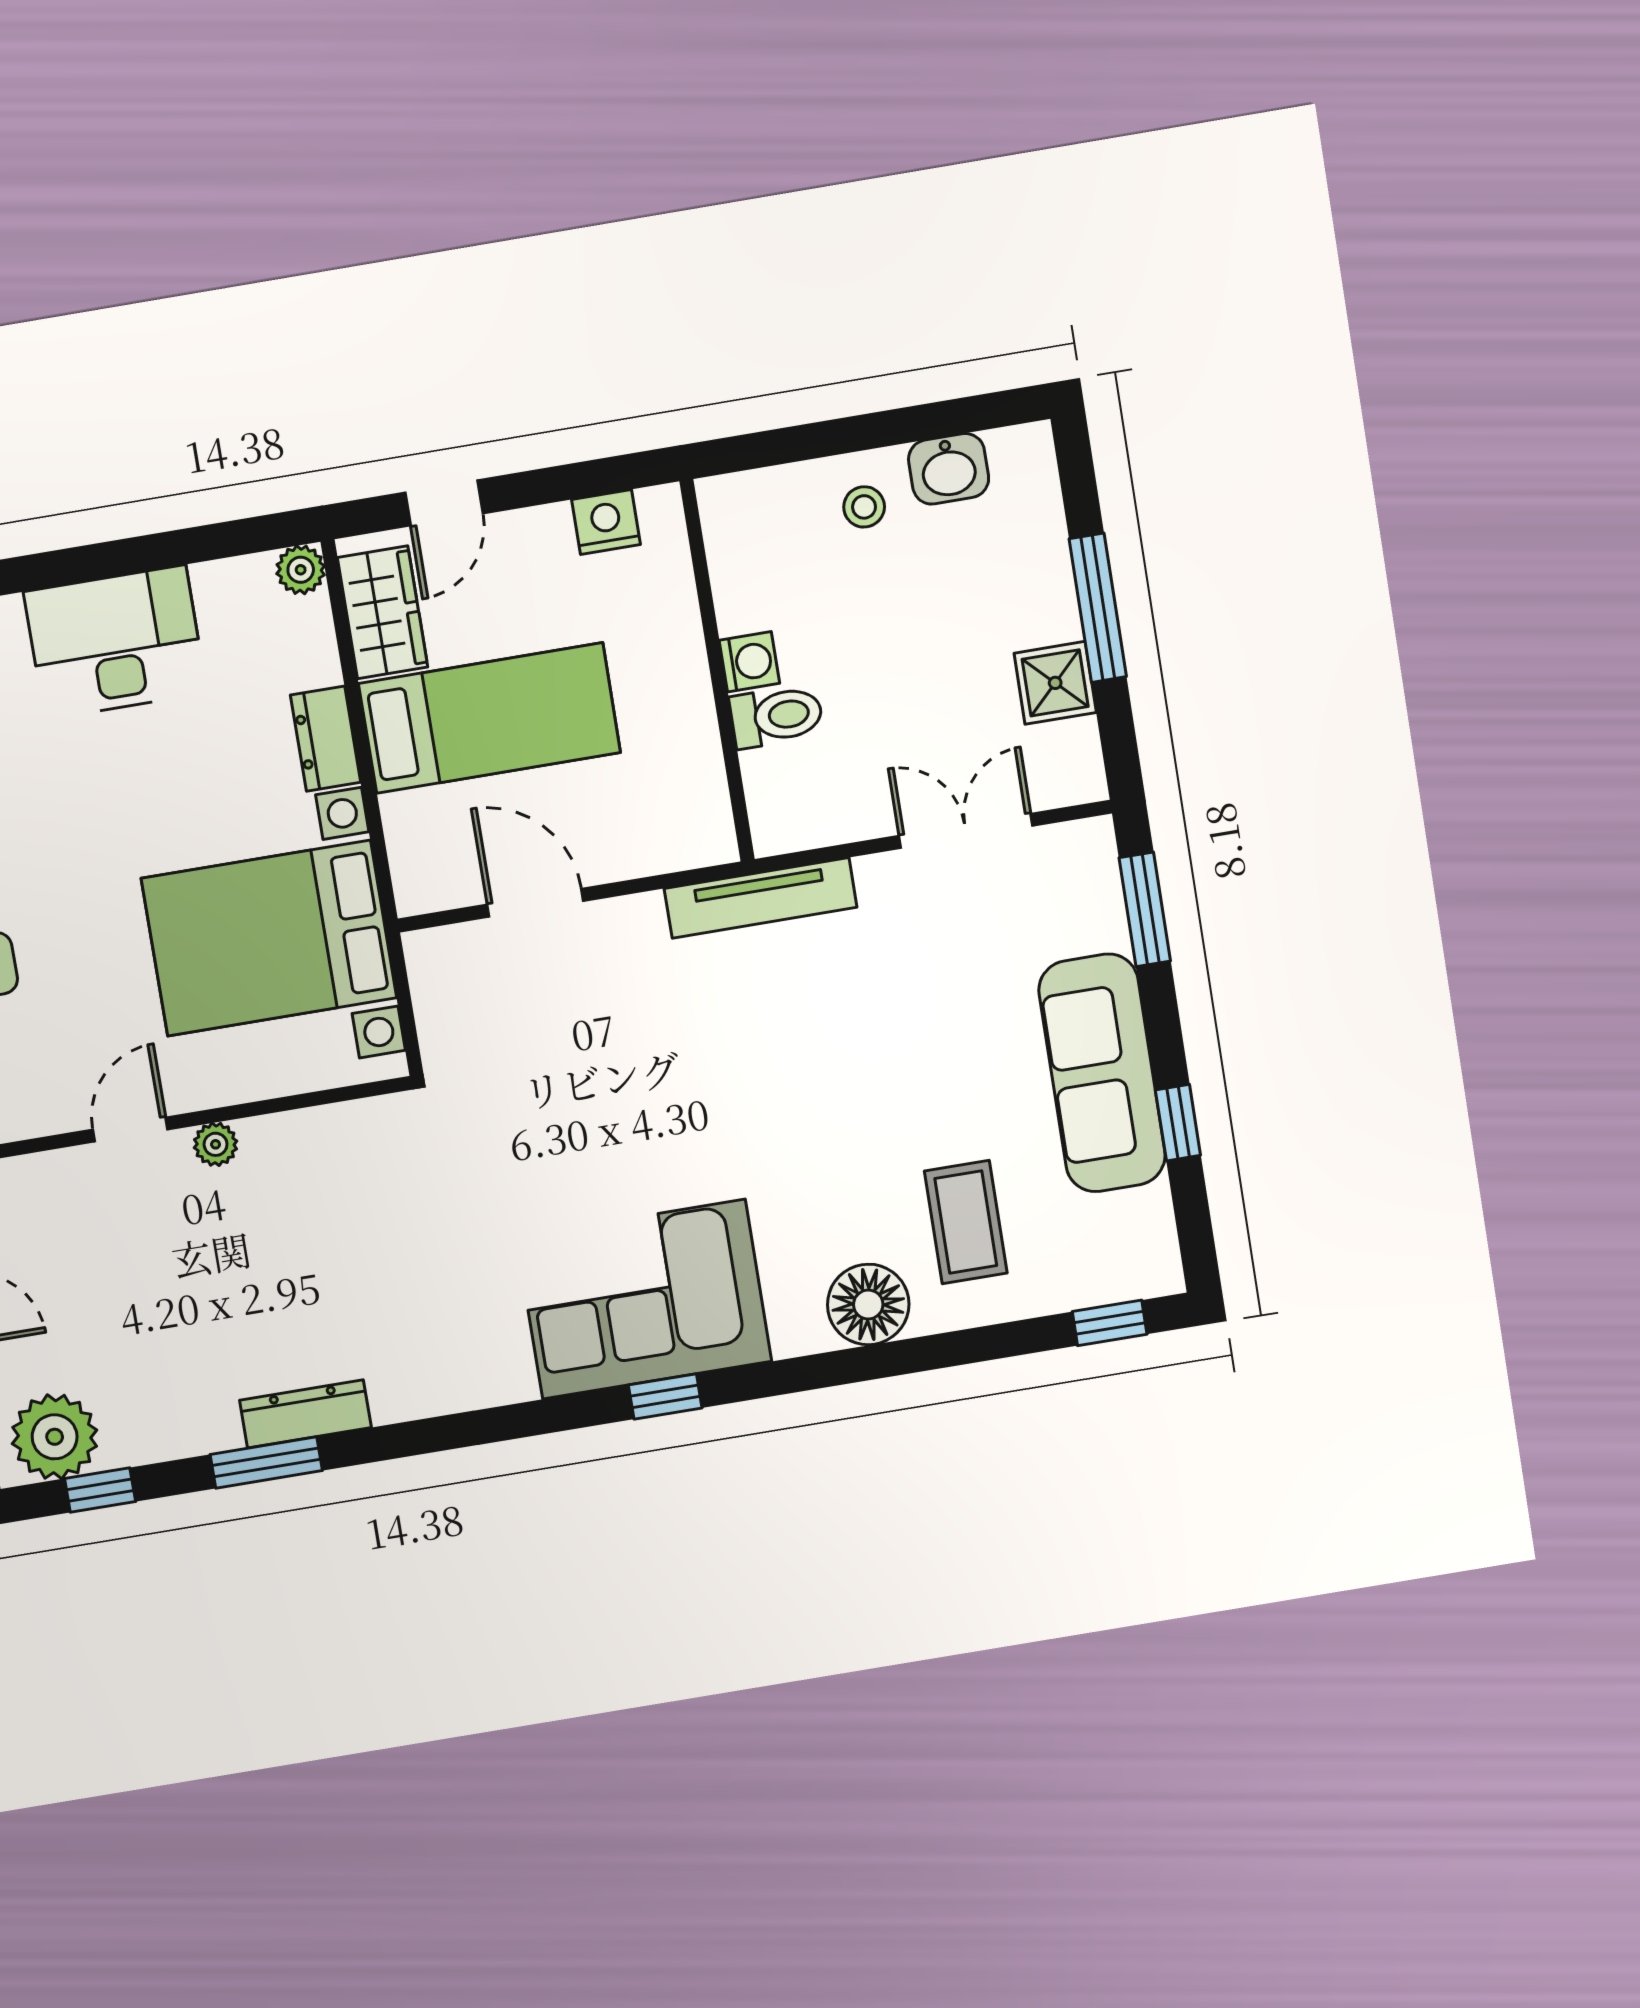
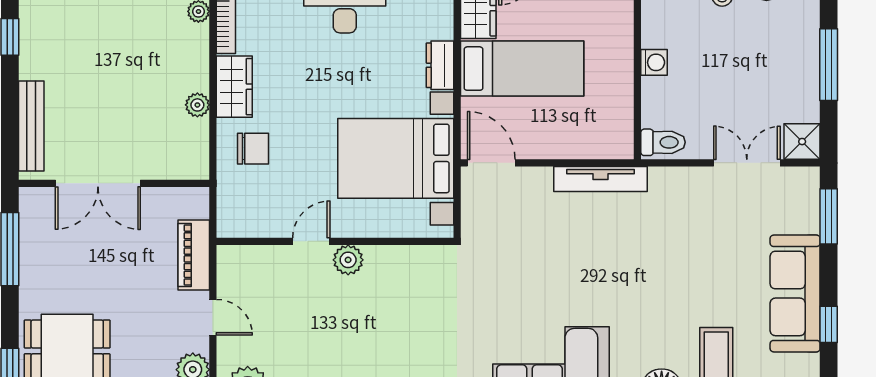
shower: (1055, 683) -> (802, 142), moved
toilet: (777, 716) -> (663, 142), moved
tv unit: (761, 898) -> (601, 179), moved
door: (535, 903) -> (491, 163), moved
plant: (216, 1144) -> (348, 260), width x1.38, depth x1.38

